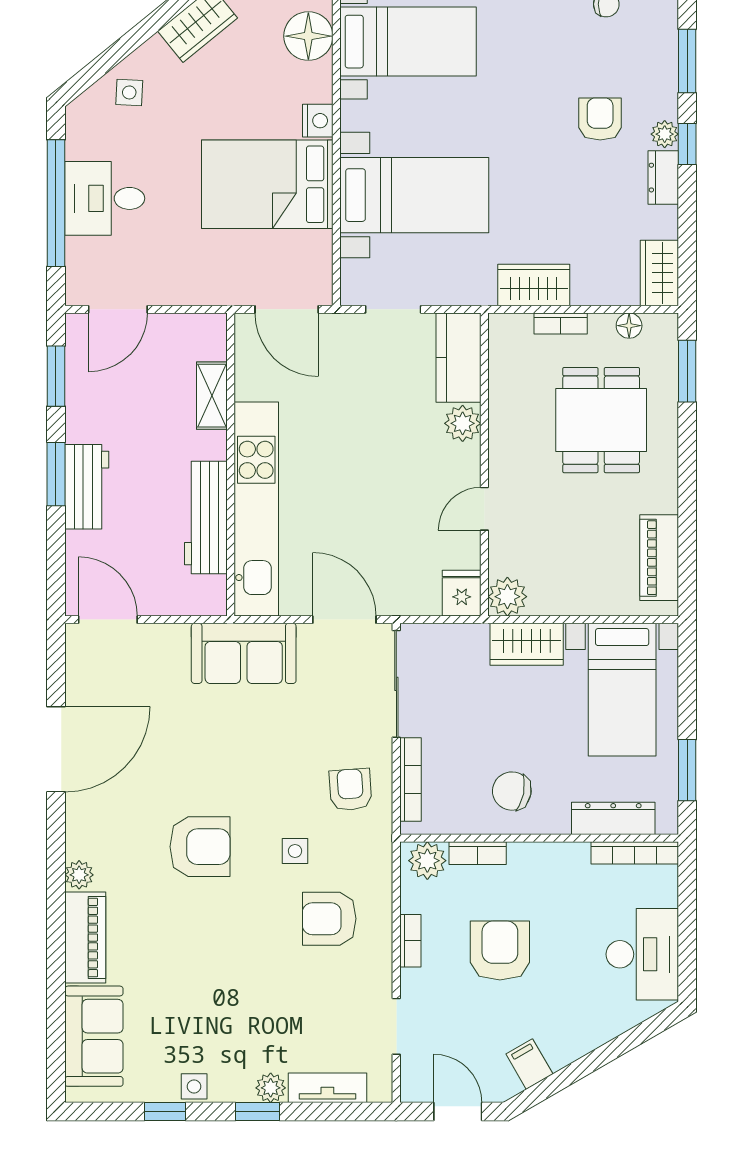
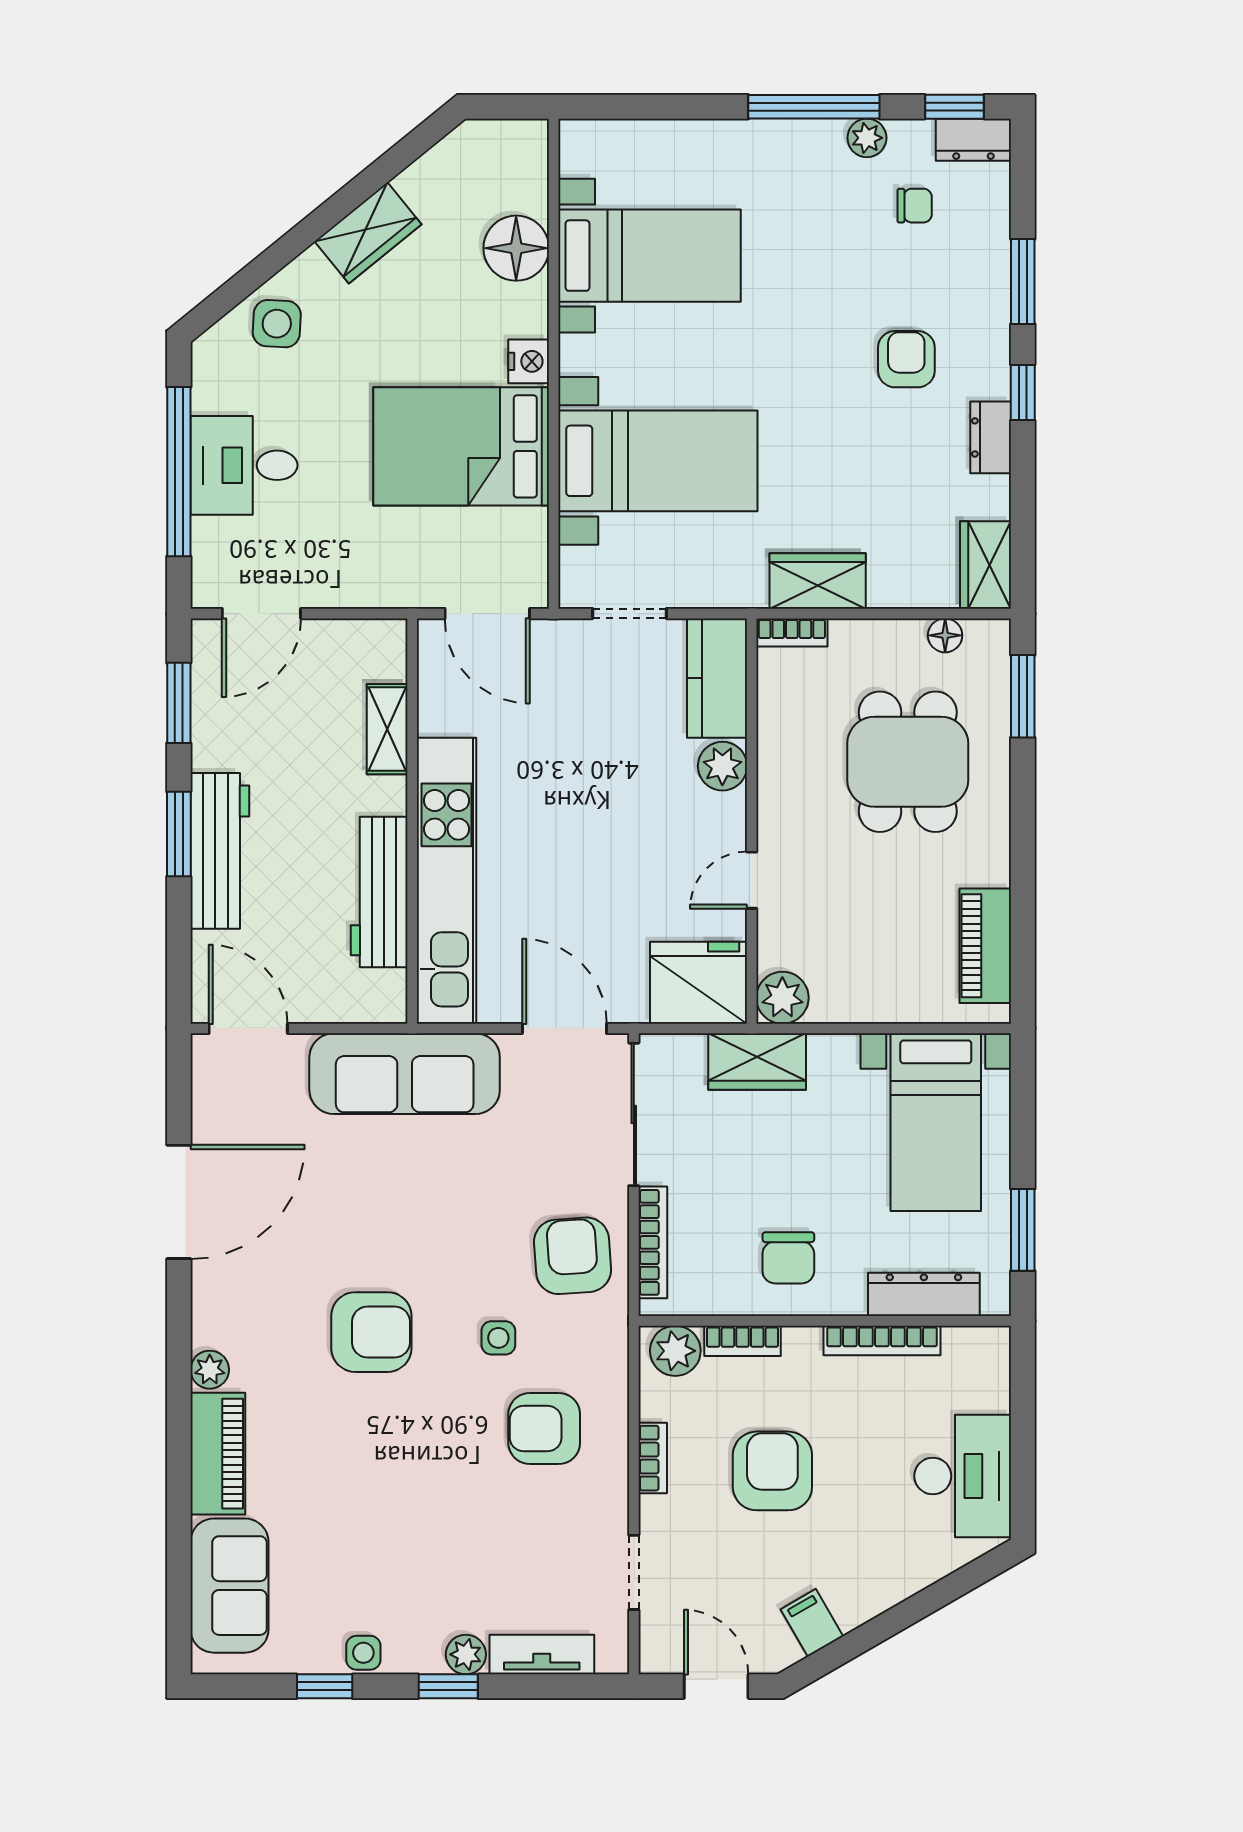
side table: (129, 92) -> (277, 324), width x1.37, depth x1.37
plant: (665, 134) -> (993, 379), removed
bookcase: (561, 323) -> (792, 632), moved
workbench: (87, 487) -> (220, 851), width x1.38
fridge: (462, 593) -> (699, 983), width x1.88, depth x1.34
wardrobe: (527, 644) -> (757, 1062), moved
sofa: (244, 653) -> (405, 1074), width x1.36
armchair: (350, 790) -> (573, 1256), width x1.38, depth x1.38
chair: (512, 791) -> (788, 1258), turned -101
bookcase: (635, 853) -> (882, 1340), moved

